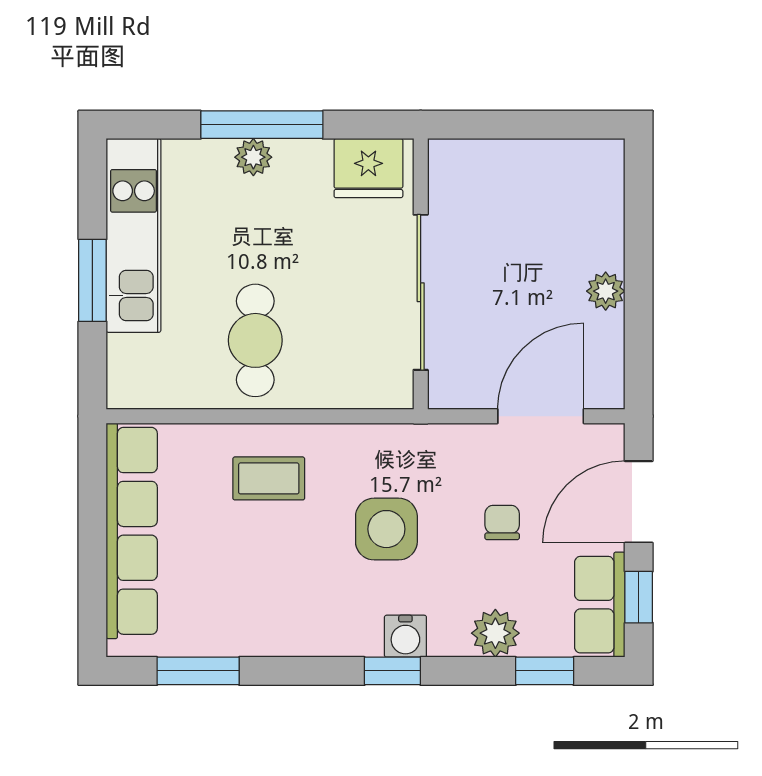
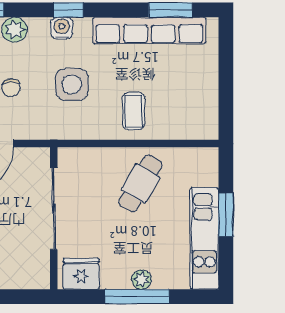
cafe table: (255, 340) -> (140, 183), turned 30
coffee table: (269, 478) -> (133, 111), turned 90
row of seats: (132, 531) -> (149, 31), moved, turned -90

